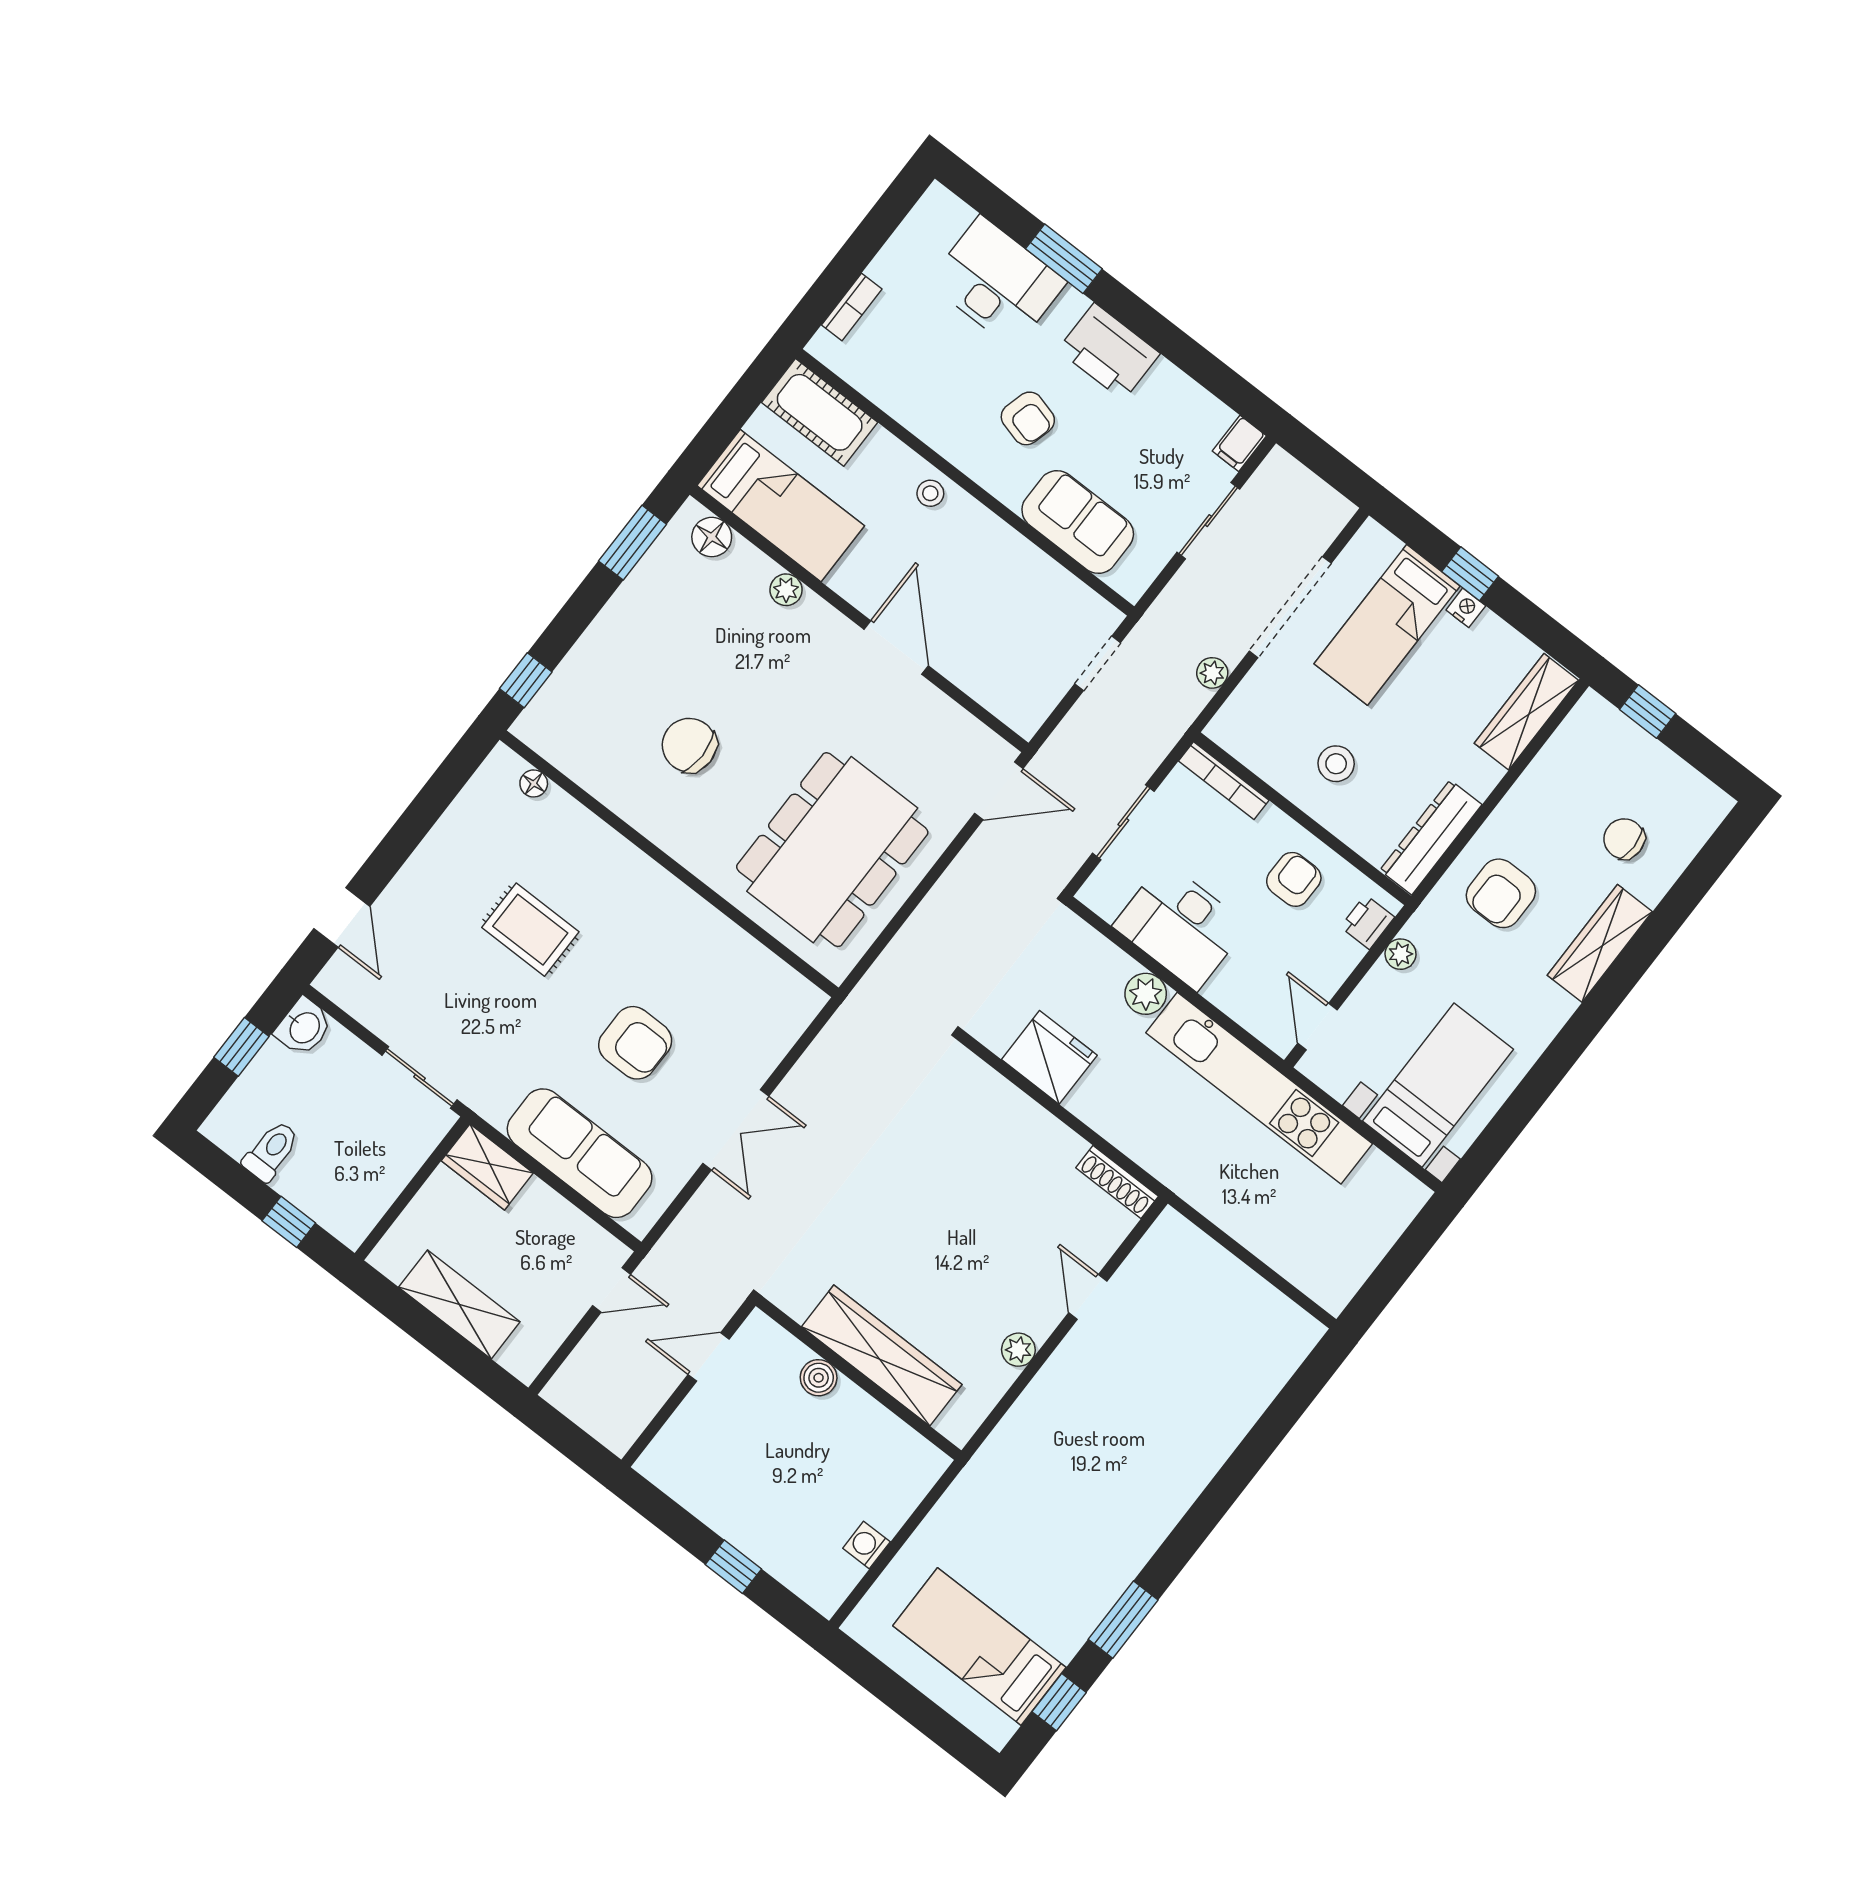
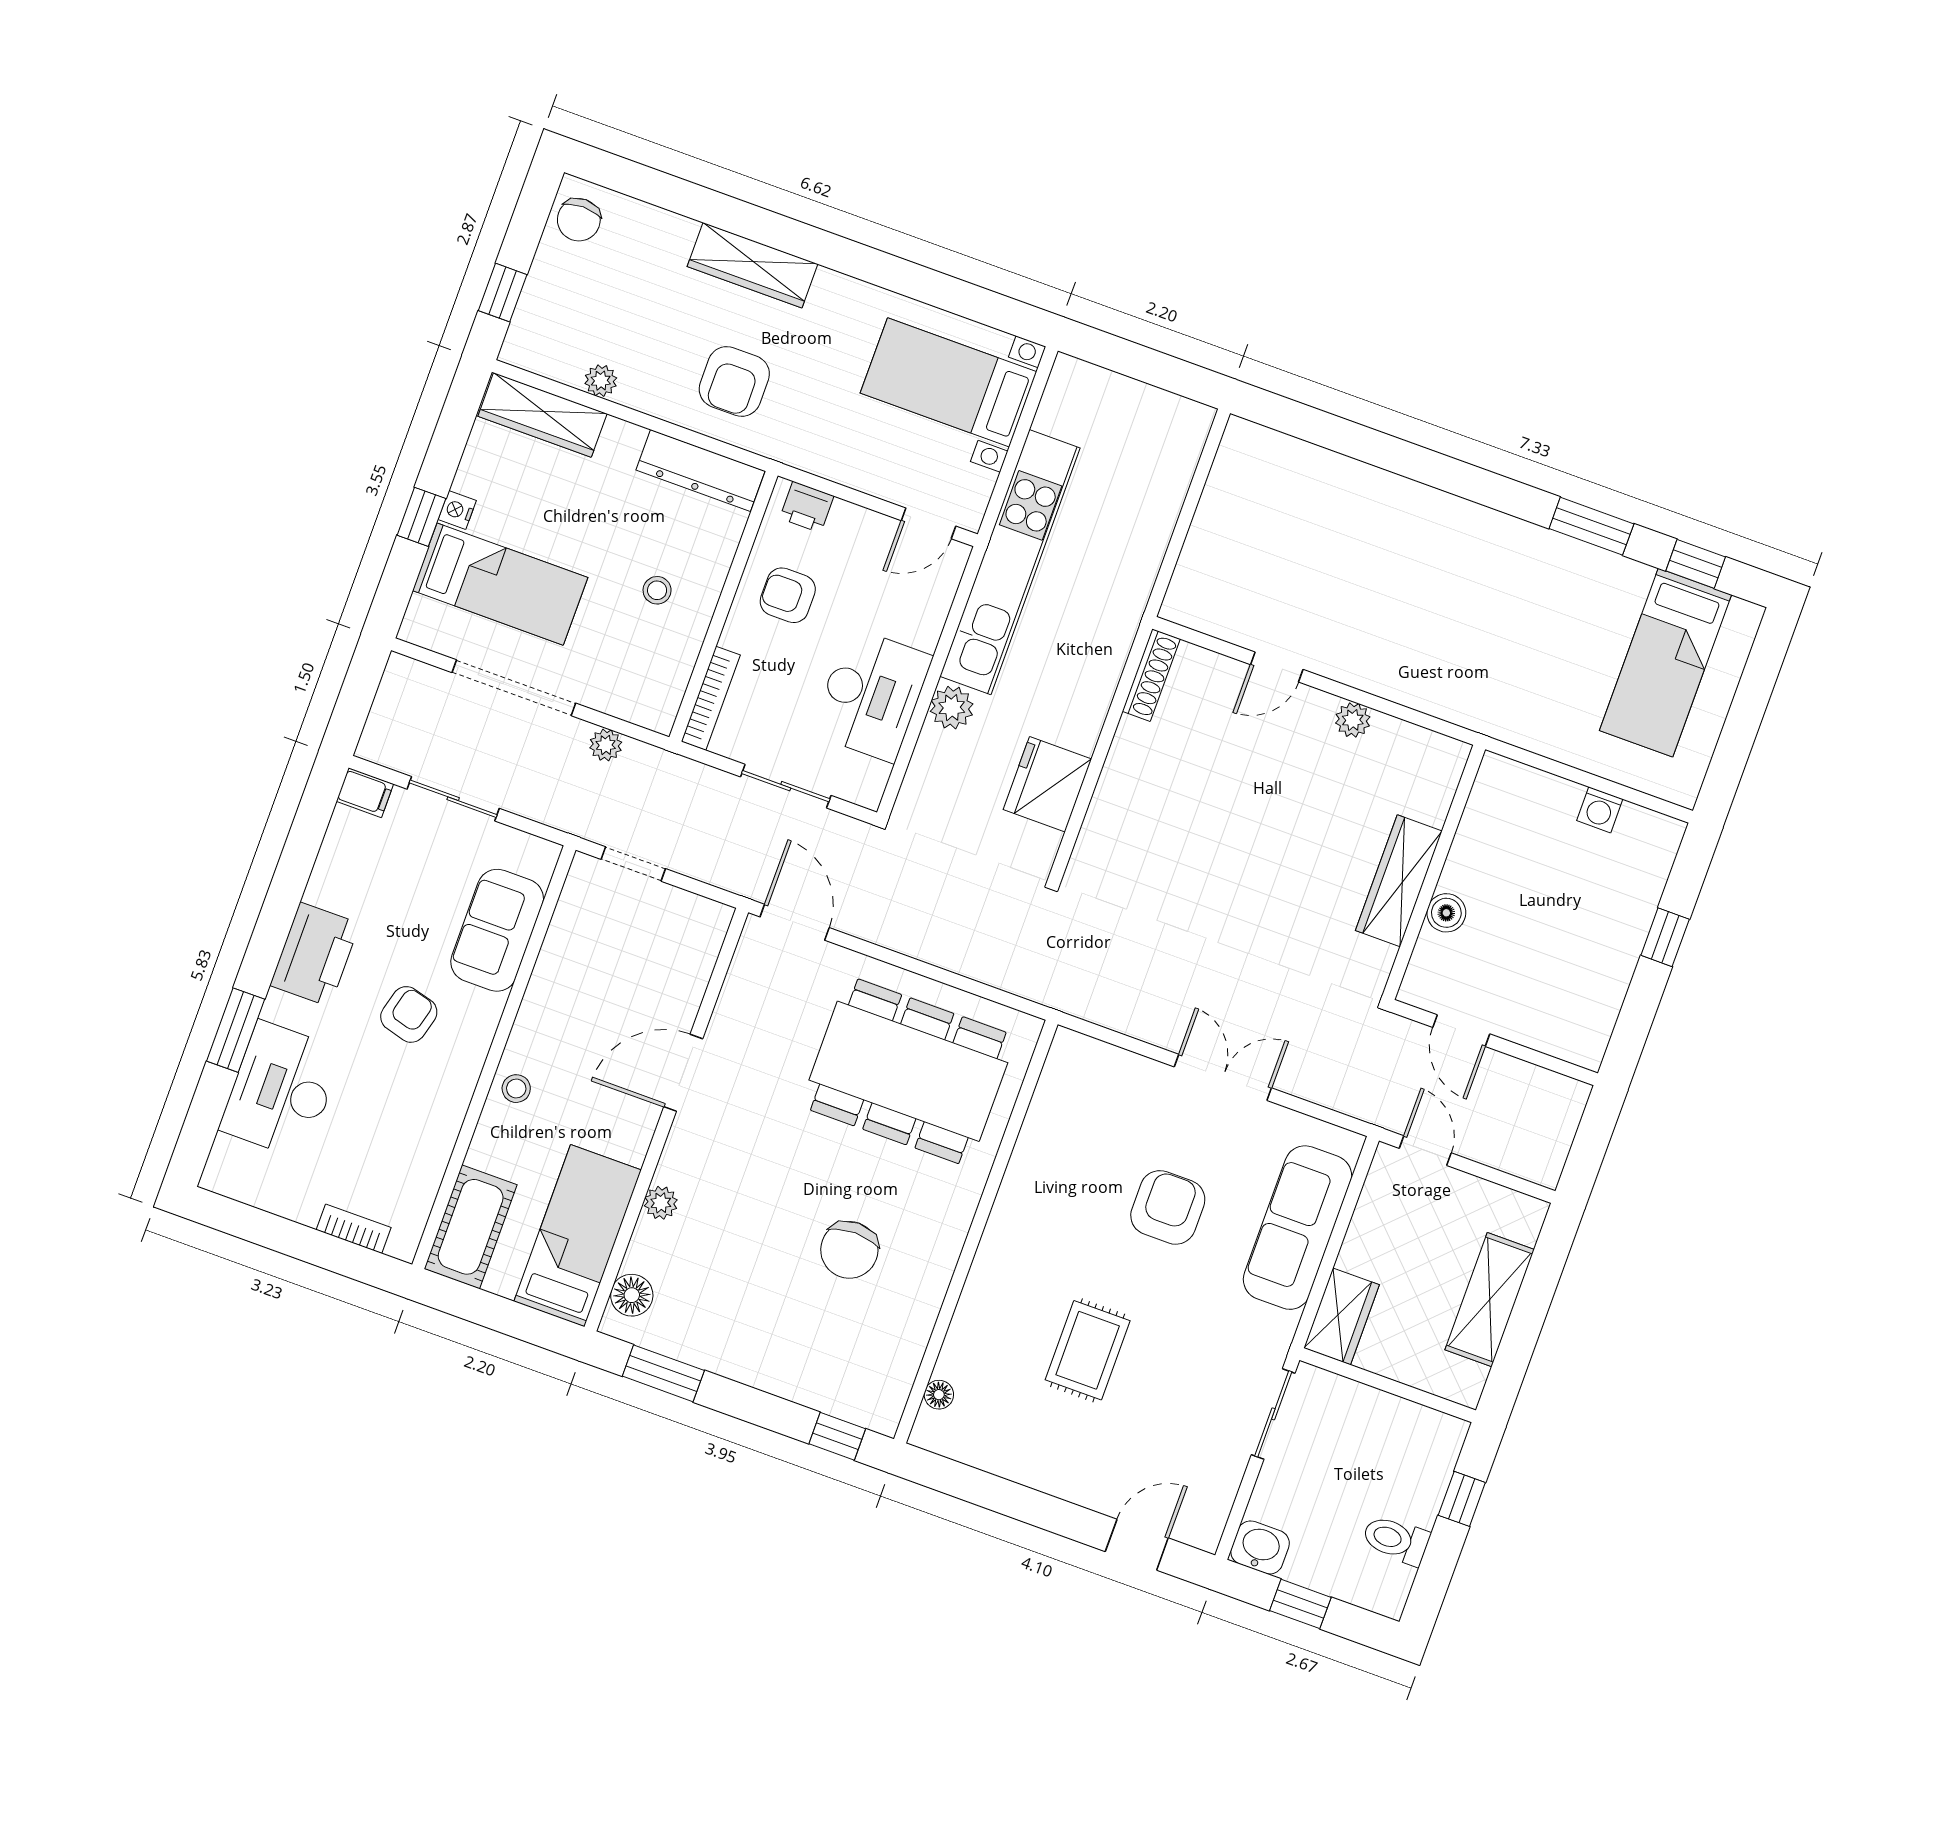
stool: (1336, 764) -> (657, 590), width x0.73, depth x0.73
chair: (1624, 839) -> (579, 220), moved
armchair: (1501, 893) -> (734, 381), turned 90
plant: (1401, 954) -> (601, 381), moved
wardrobe: (882, 1356) -> (1399, 881), width x0.71, depth x0.85

